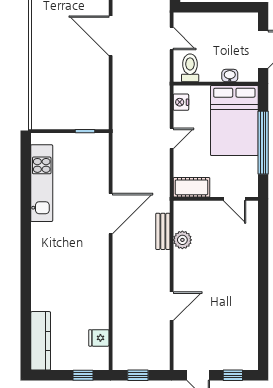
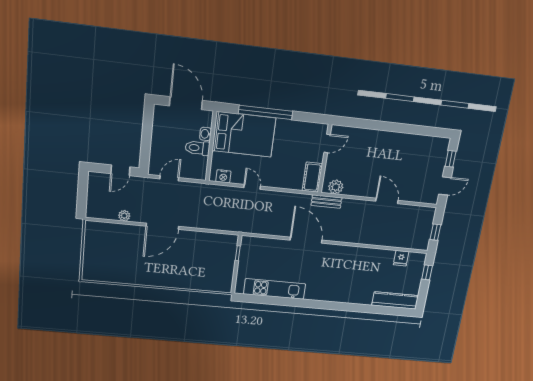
toilet: (190, 68) -> (197, 148), moved
cot: (192, 187) -> (312, 177), moved
wall: (216, 199) -> (325, 159), moved
door: (235, 199) -> (327, 143), moved

